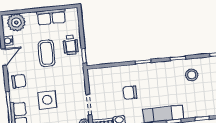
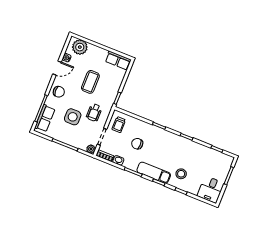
row of seats: (51, 17) -> (118, 60), moved
wheelchair: (71, 45) -> (94, 113), moved
stool: (192, 75) -> (181, 174), moved
trolley: (100, 83) -> (119, 125), added

